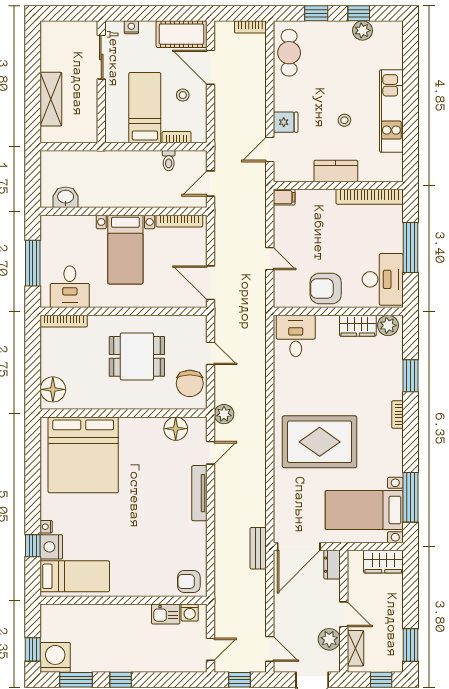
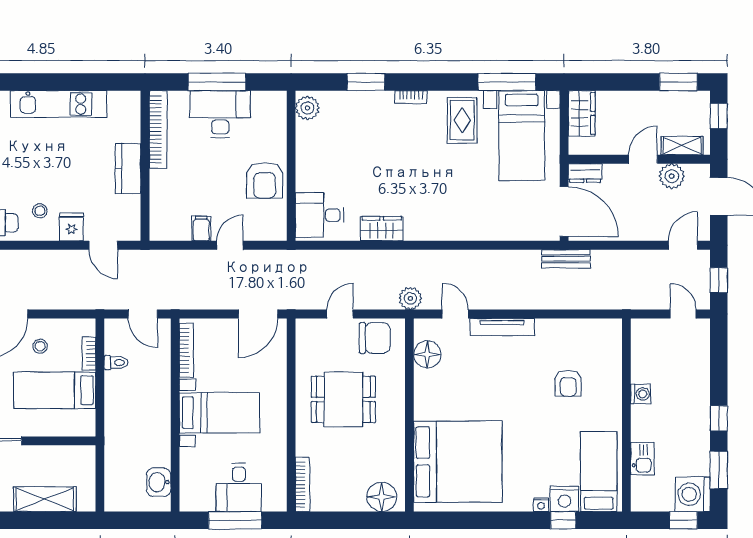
stool: (344, 120) -> (40, 211), moved
filing cabinet: (284, 197) -> (201, 229), moved
desk: (383, 279) -> (220, 114), moved
desk: (70, 287) -> (239, 487), moved, turned 90
wardrobe: (358, 326) -> (382, 229), moved, turned -90
dining table: (137, 356) -> (343, 399), turned 90
rug: (320, 442) -> (462, 120), moved, width x0.54, depth x0.49
armchair: (189, 582) -> (568, 383), moved
washing machine: (190, 612) -> (641, 394), moved
kitchen sink: (166, 614) -> (642, 459), moved

